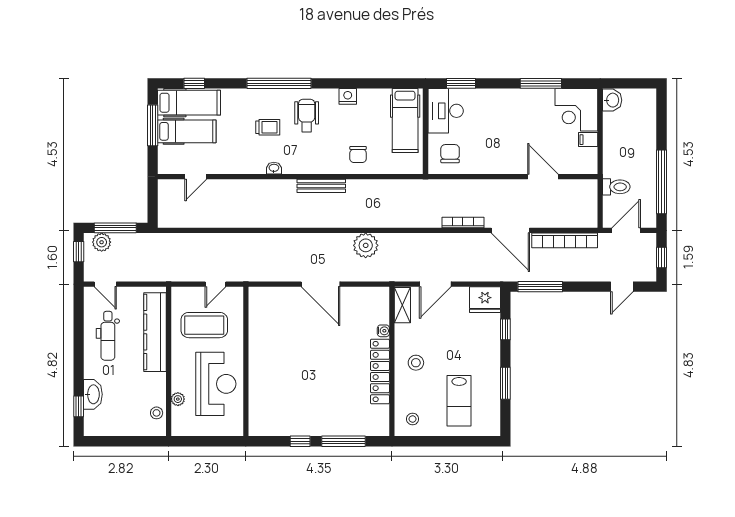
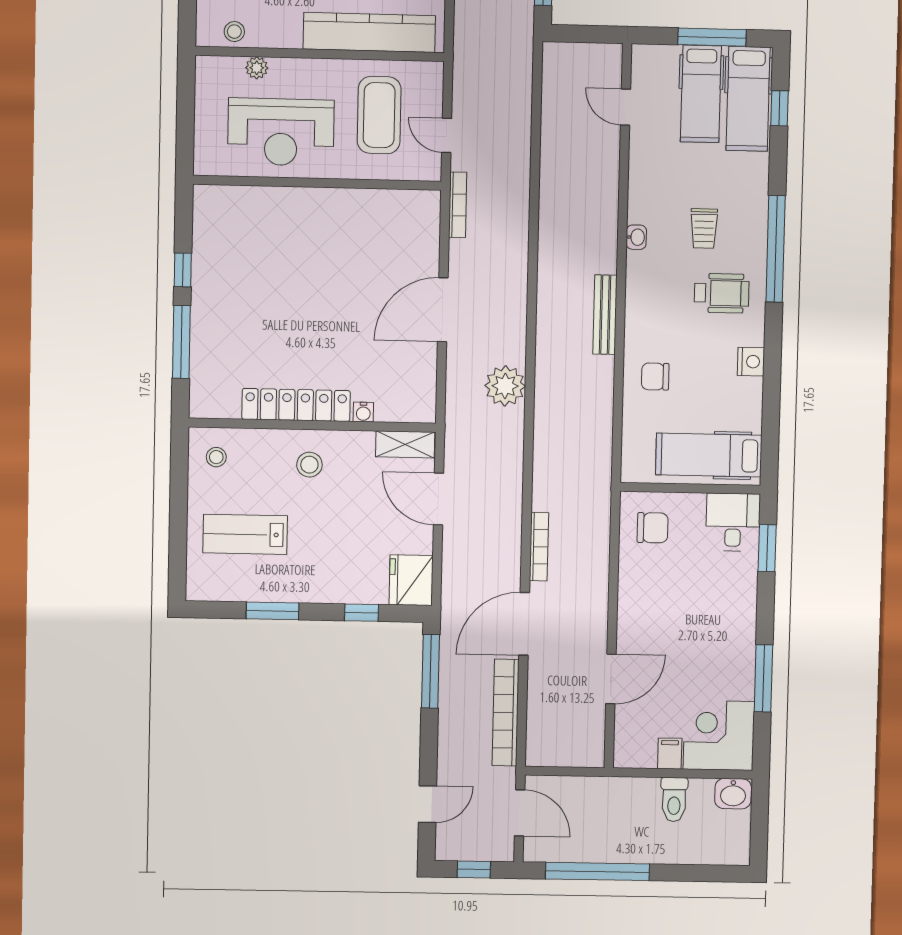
desk: (446, 111) -> (733, 522), width x0.73
toilet: (616, 187) -> (674, 800), moved
bookcase: (257, 277) -> (458, 205), added
door: (622, 287) -> (428, 804), swing flipped

